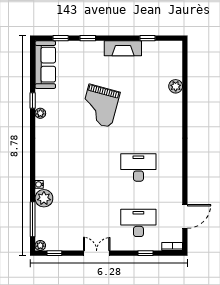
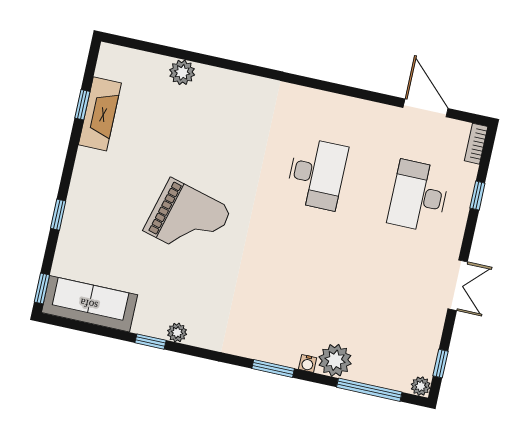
window: (61, 38) -> (42, 288), moved
fireplace: (123, 48) -> (100, 114), moved
window: (33, 167) -> (273, 369), added
desk: (138, 168) -> (317, 174), turned 180
double door: (97, 253) -> (458, 285), swing flipped

